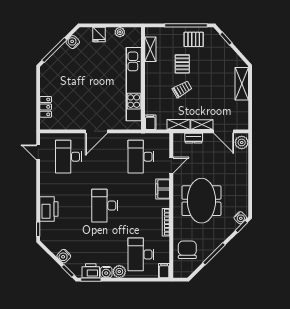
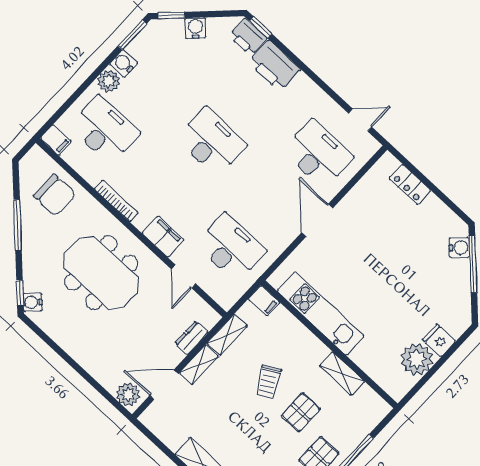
plant: (120, 32) -> (417, 359), width x1.88, depth x1.88
water cooler: (73, 42) -> (459, 248), moved
shelving: (150, 49) -> (342, 374), moved
pallet: (182, 64) -> (301, 412), turned 90
kitchen unit: (134, 84) -> (321, 313), width x0.73
printer: (91, 271) -> (248, 37), moved, turned 90

